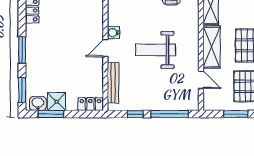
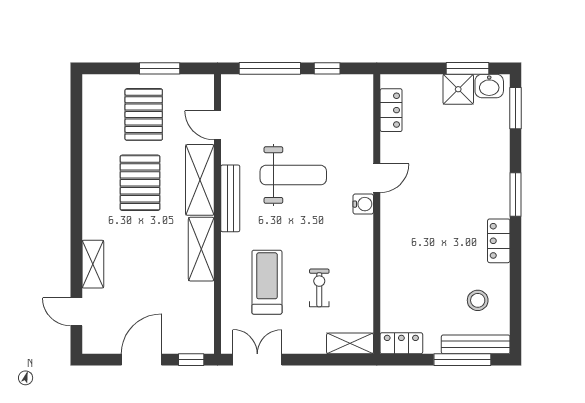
window: (22, 50) -> (516, 195), moved
bench: (113, 83) -> (230, 198), moved
locker: (90, 104) -> (391, 110), moved, turned -90

